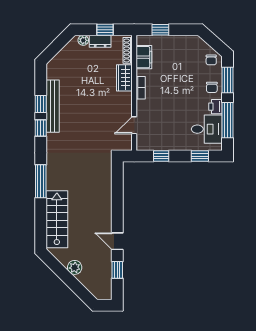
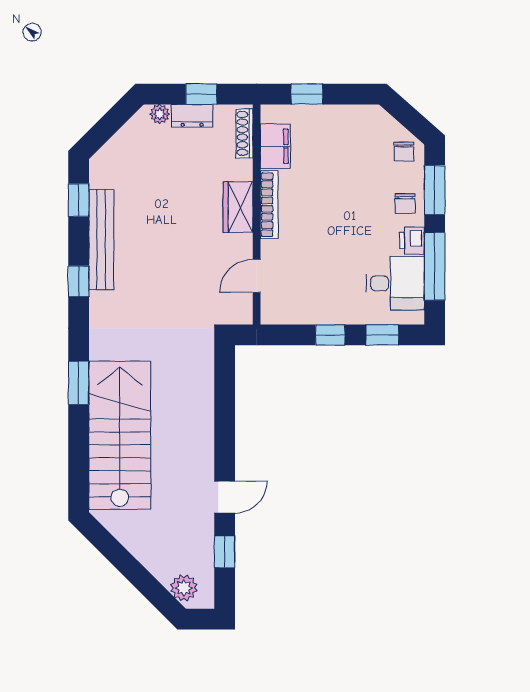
wardrobe: (124, 78) -> (238, 207), moved
bookcase: (141, 88) -> (269, 205), width x1.56
window: (41, 104) -> (79, 200), moved
window: (161, 156) -> (330, 335), moved
window: (41, 181) -> (79, 383), width x0.69
stairs: (57, 219) -> (120, 435), width x1.36, depth x1.51
door: (117, 241) -> (225, 497), swing flipped
plant: (75, 267) -> (184, 588), moved

